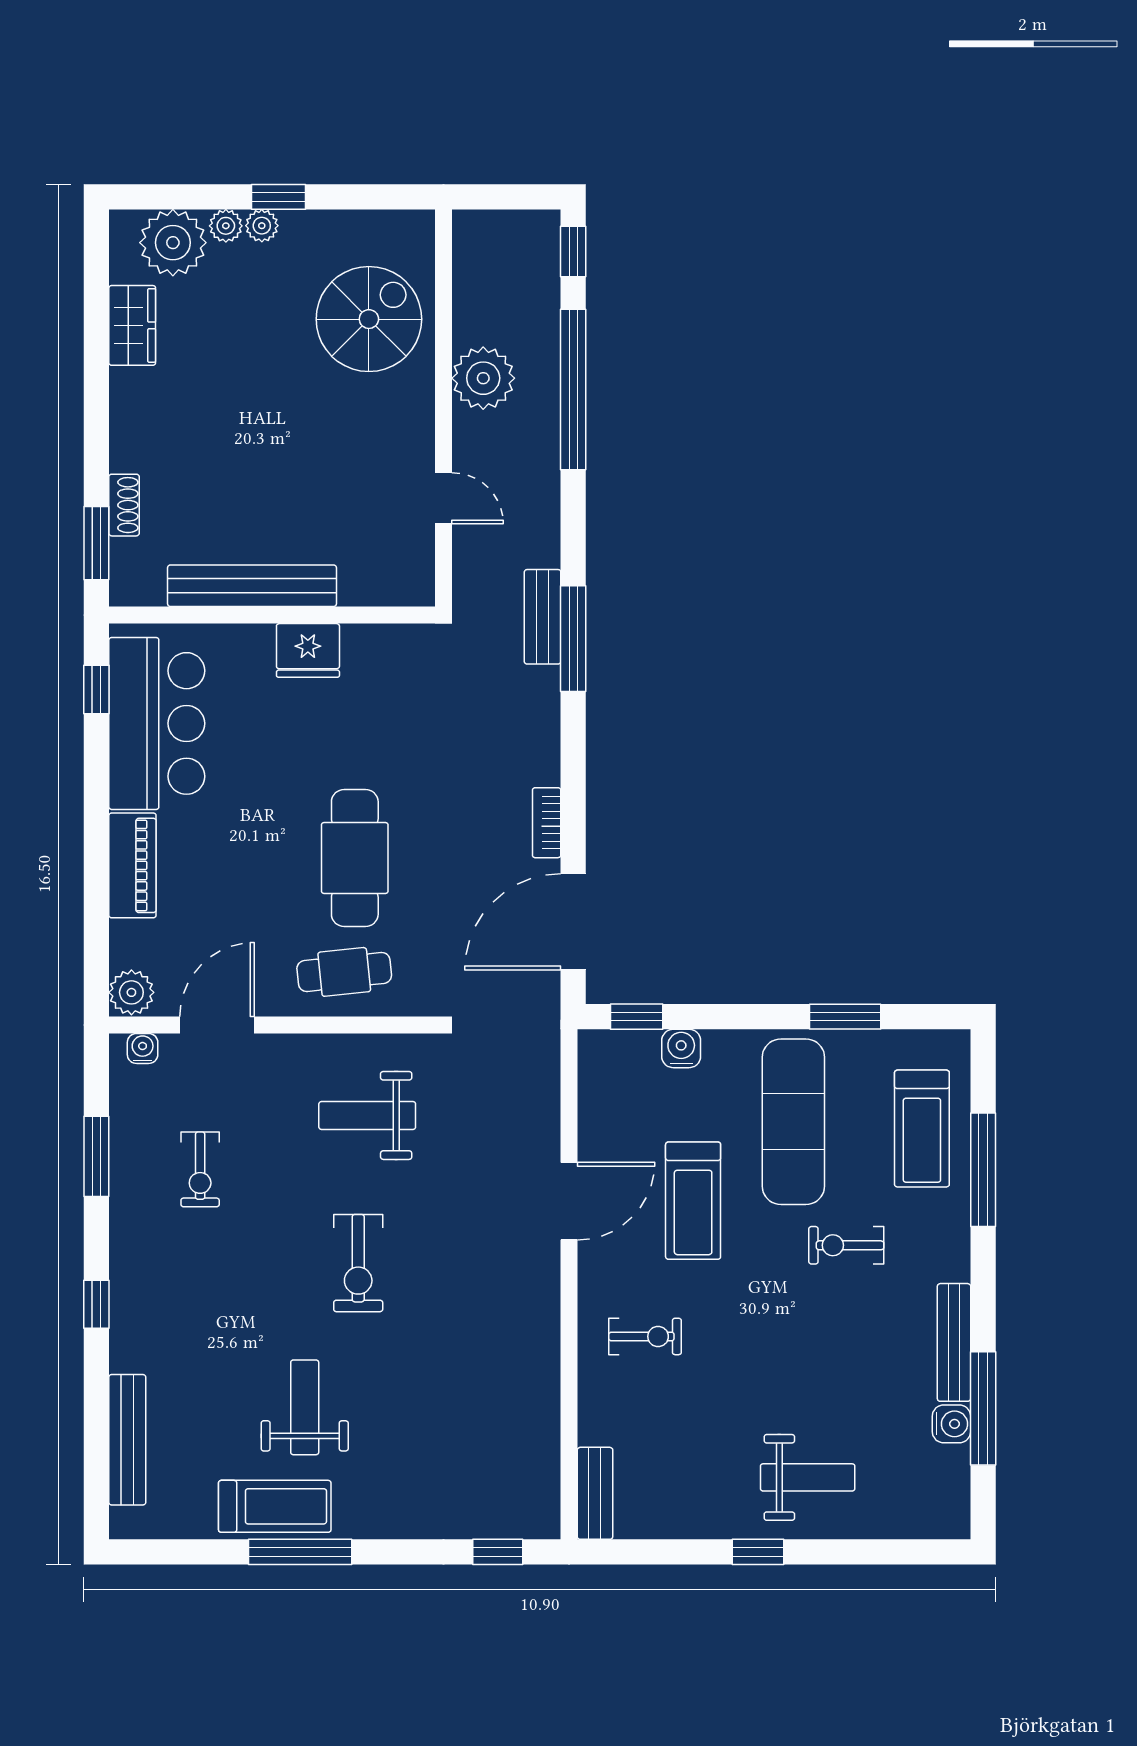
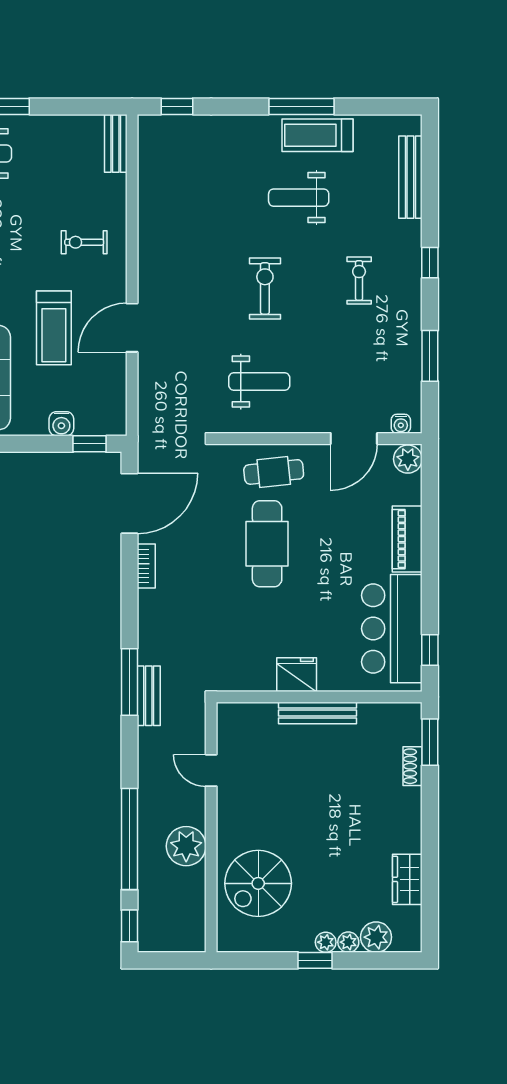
plant: (173, 243) -> (376, 937), width x0.73, depth x0.73
bench: (252, 586) -> (318, 713), width x0.73, depth x0.82
exercise bike: (200, 1169) -> (359, 281), moved
treadmill: (693, 1201) -> (54, 328), turned 180
weight bench: (305, 1407) -> (299, 198), turned 90

